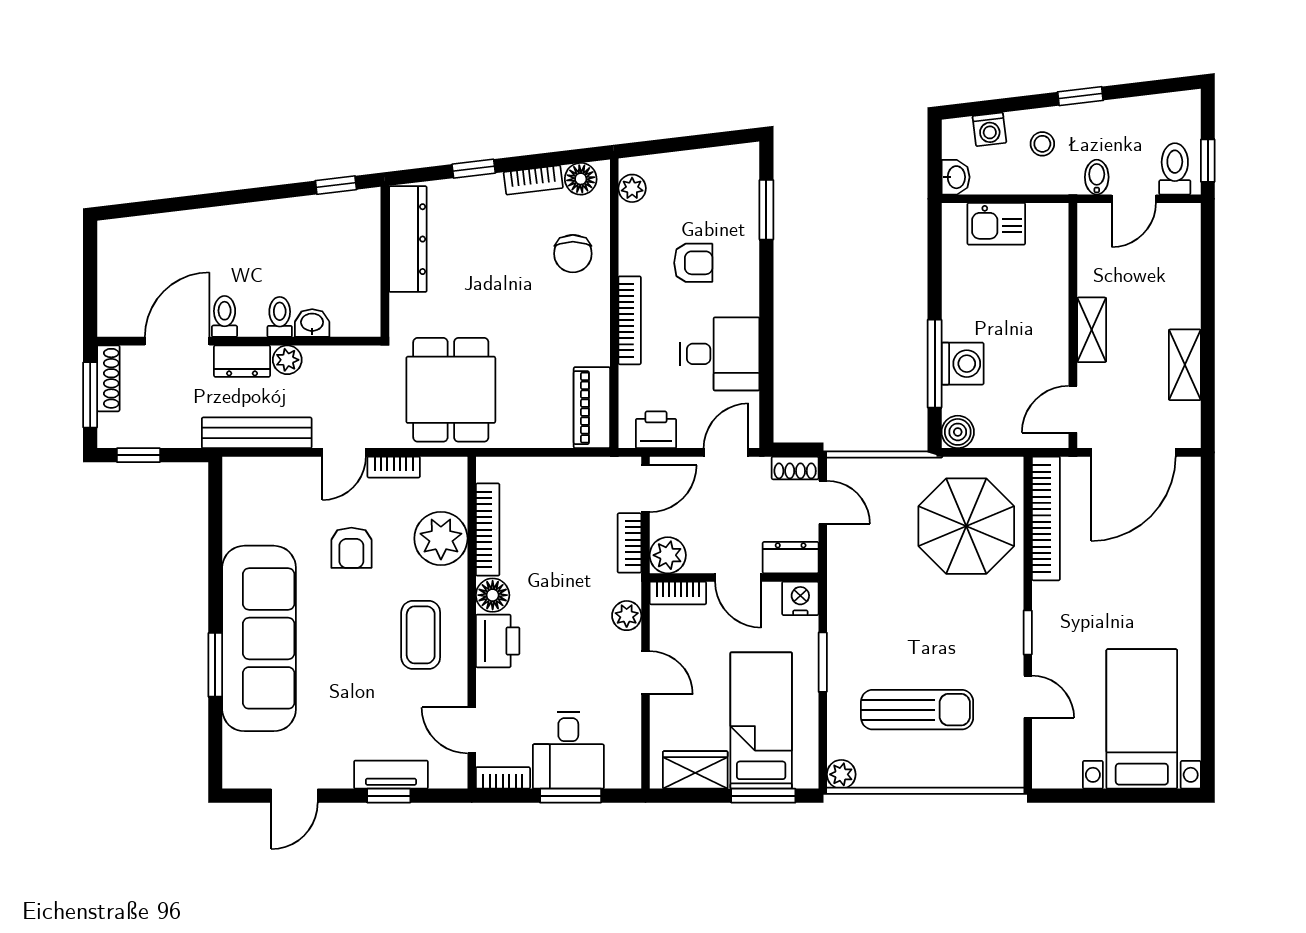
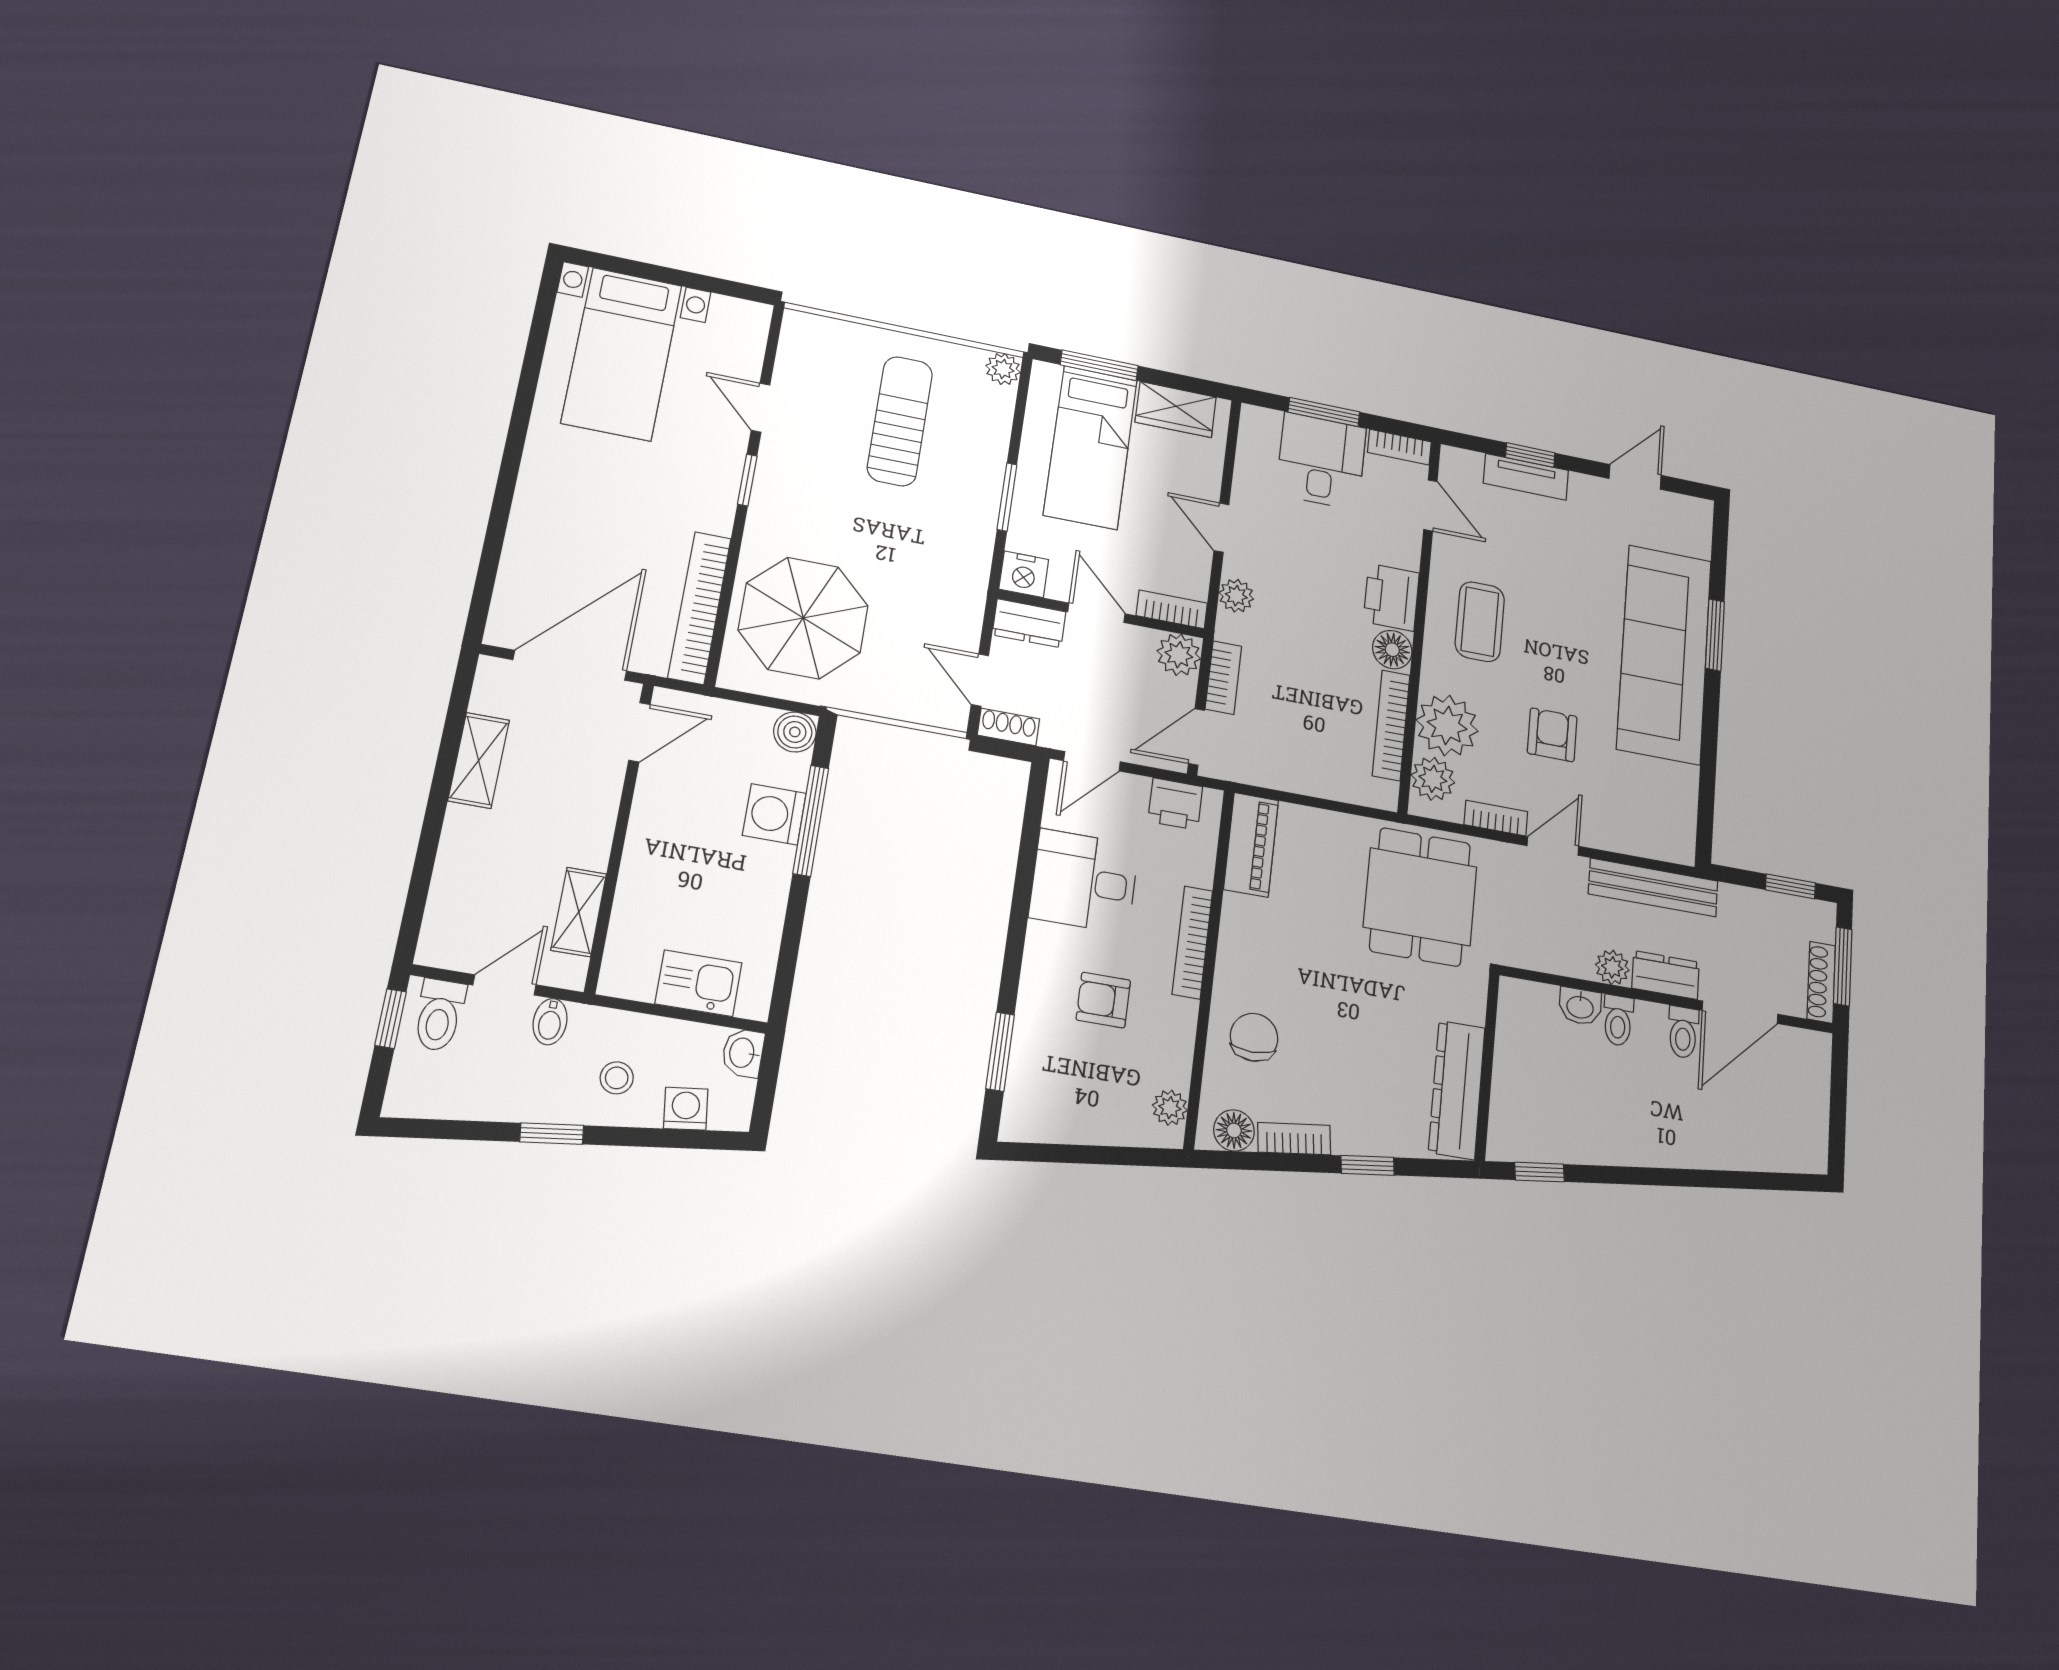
shelving: (1092, 330) -> (579, 912), moved
plant: (449, 490) -> (1433, 779), added
sun lounger: (917, 710) -> (900, 421), turned 90

